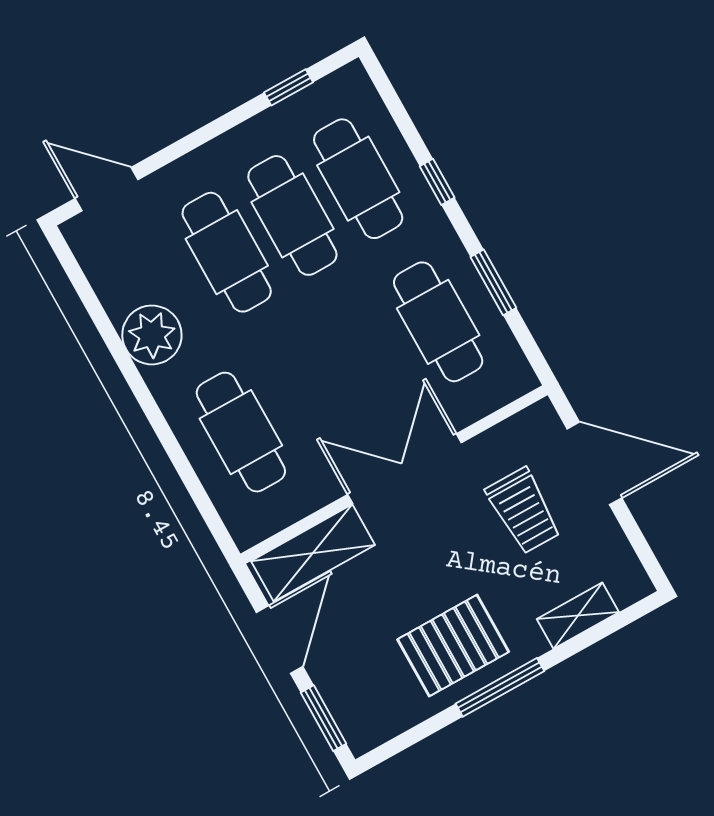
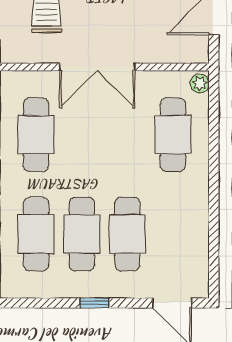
window: (289, 87) -> (95, 303), moved
plant: (152, 335) -> (200, 84), moved, width x0.53, depth x0.53
shelving: (313, 553) -> (171, 49), removed

